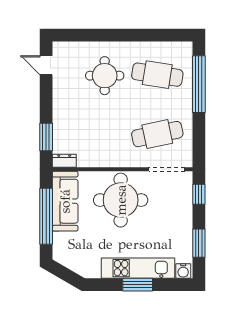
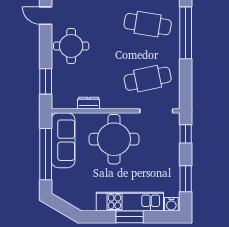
round table: (105, 76) -> (71, 46), moved
dresser: (64, 161) -> (89, 103), moved

